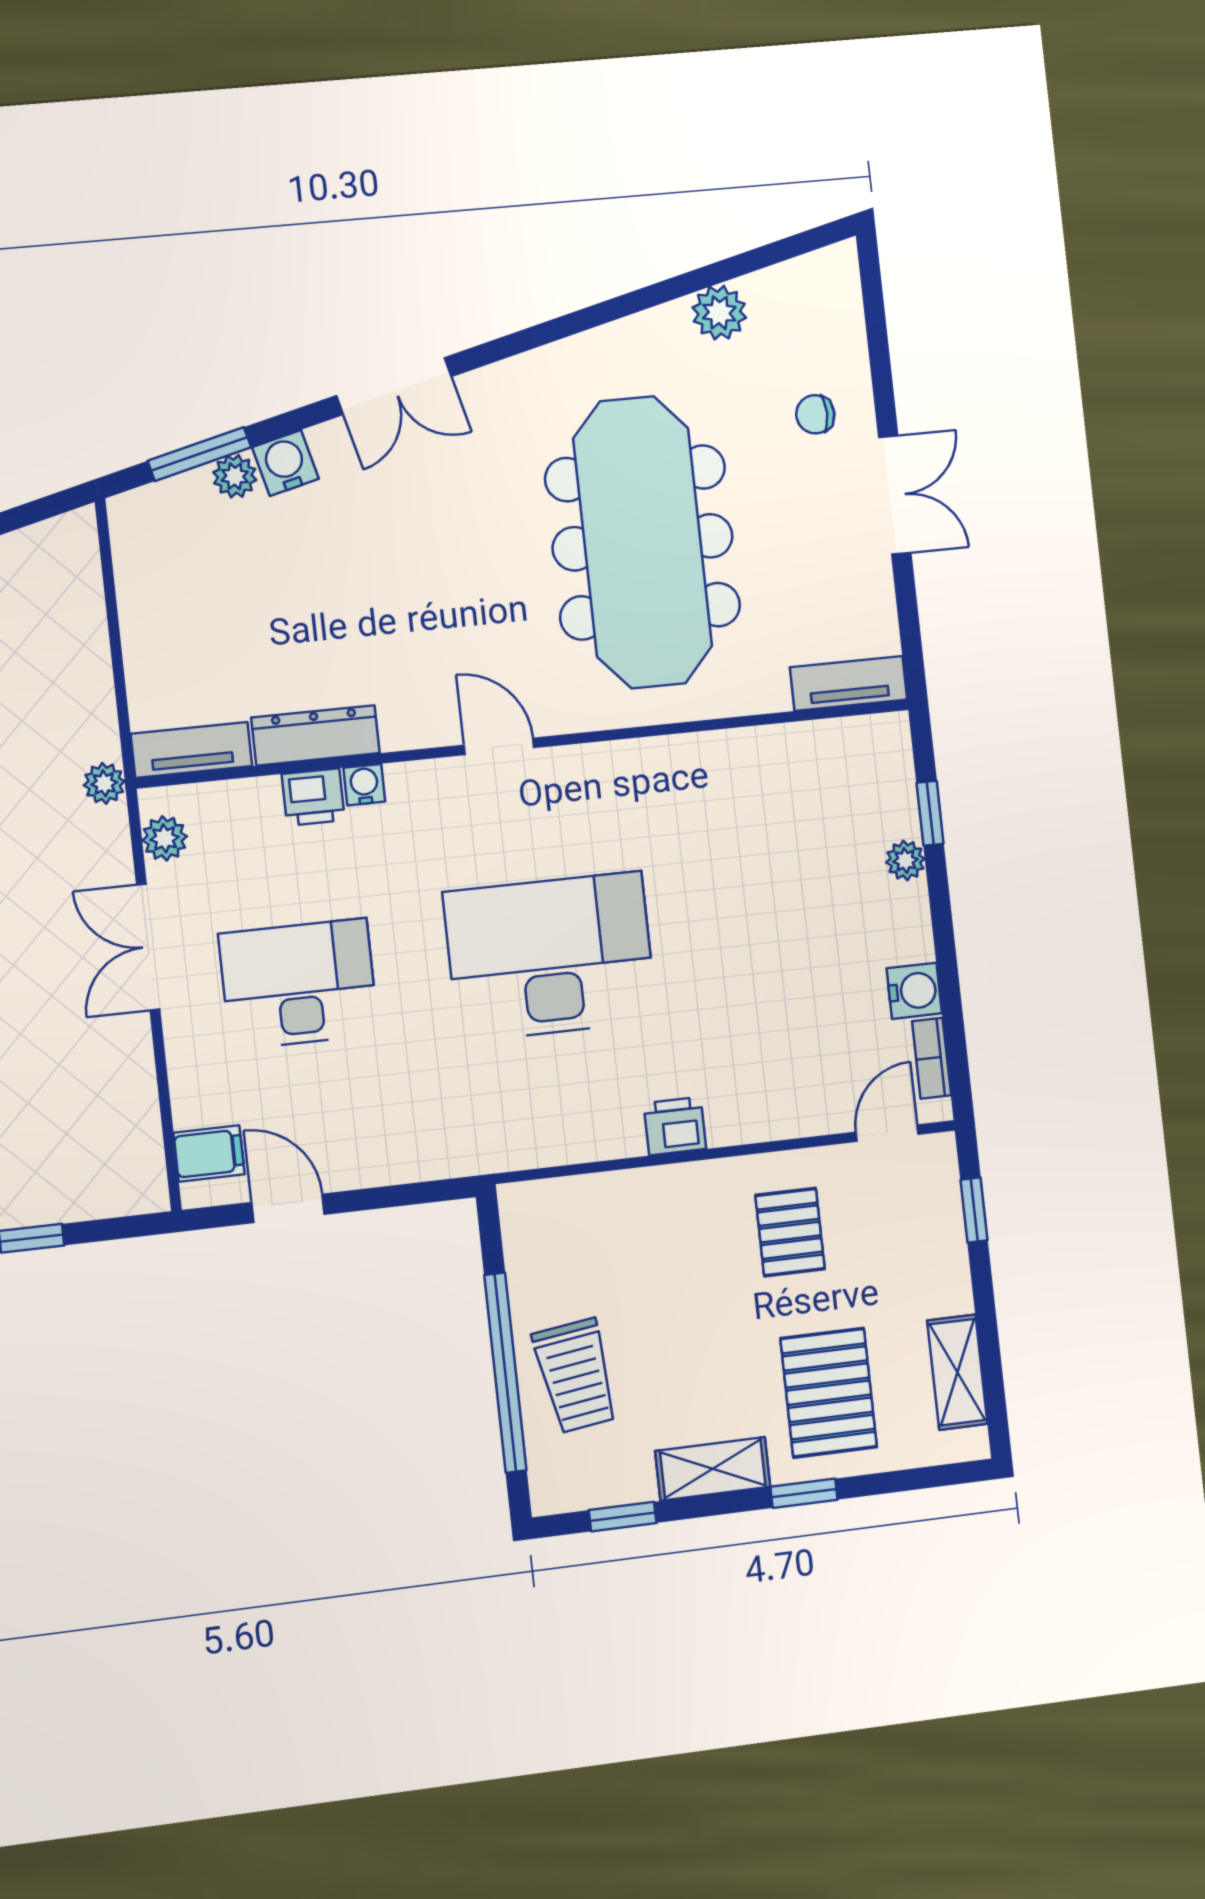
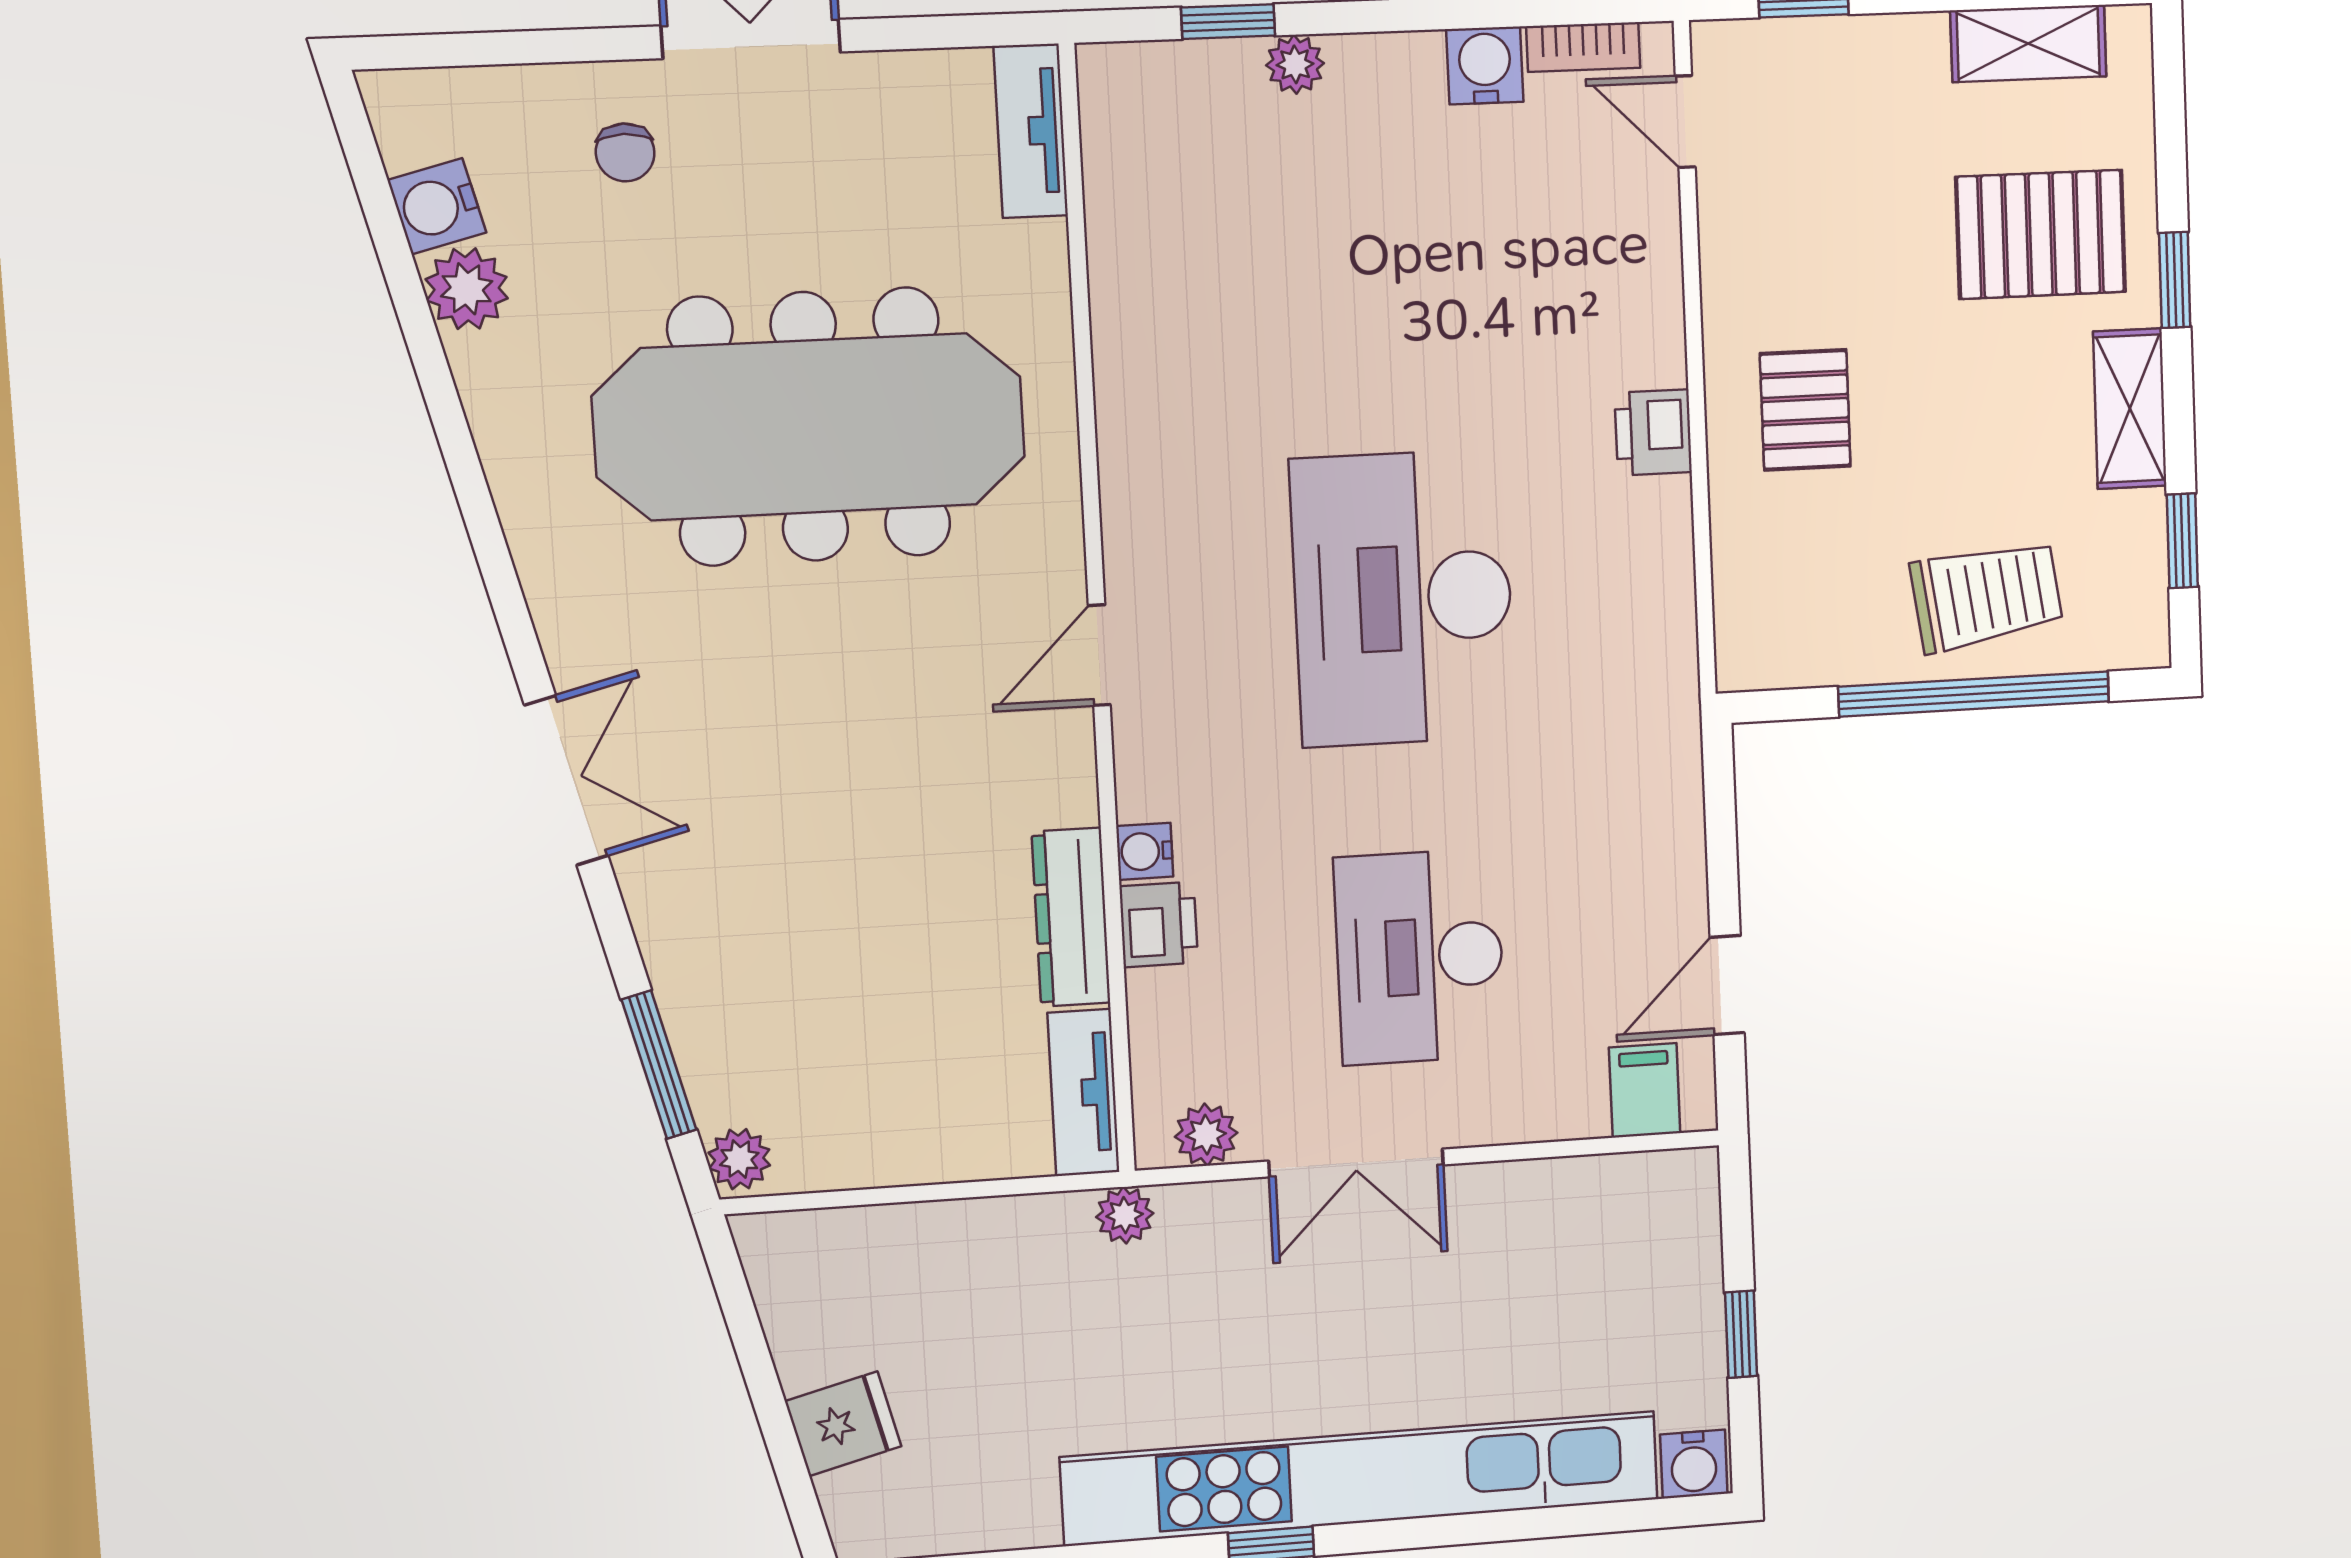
water cooler: (285, 463) -> (437, 206), moved
plant: (235, 476) -> (739, 1159), moved
pallet: (790, 1232) -> (1805, 410), moved, turned 90

